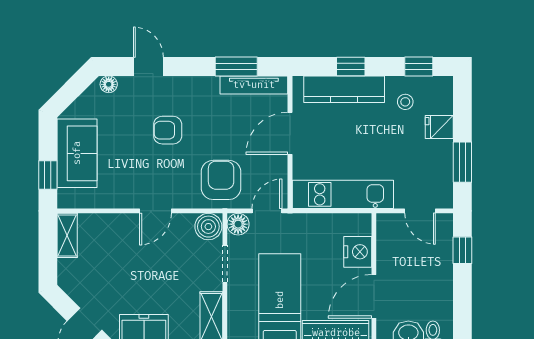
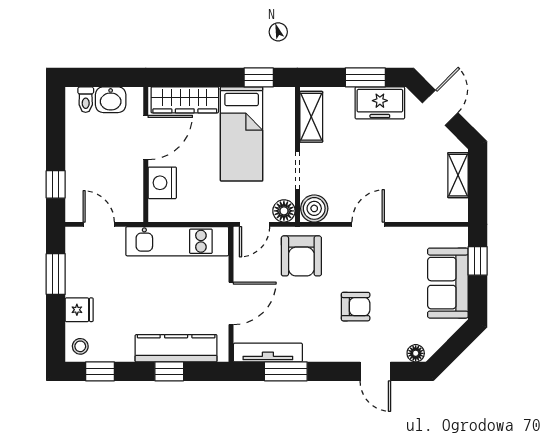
stool: (405, 102) -> (80, 346), moved
shelving: (67, 235) -> (458, 175), moved

